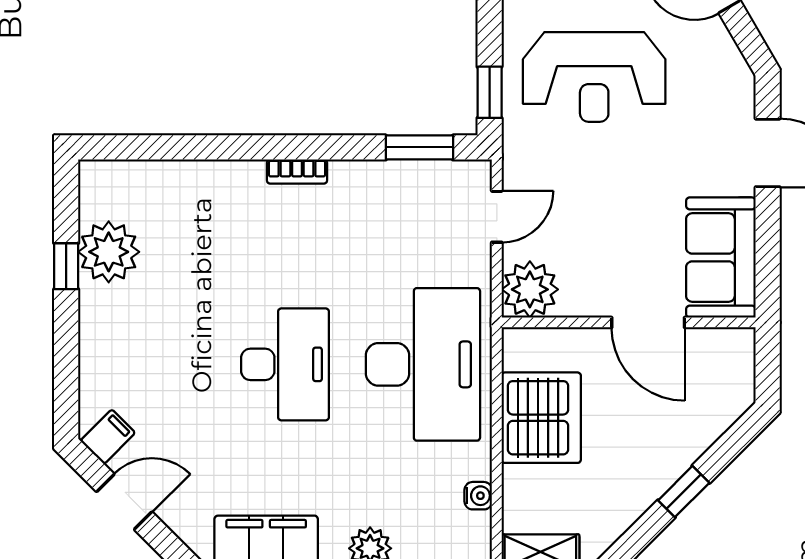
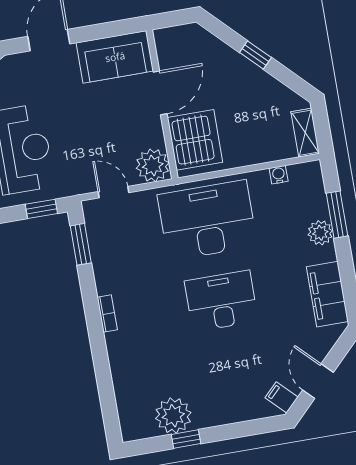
server rack: (541, 418) -> (195, 140), moved, turned 90

